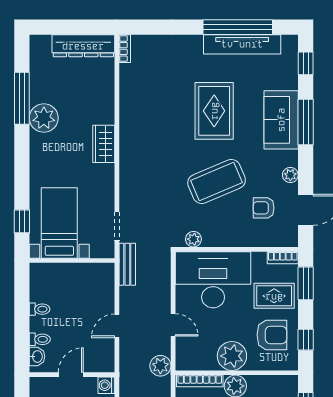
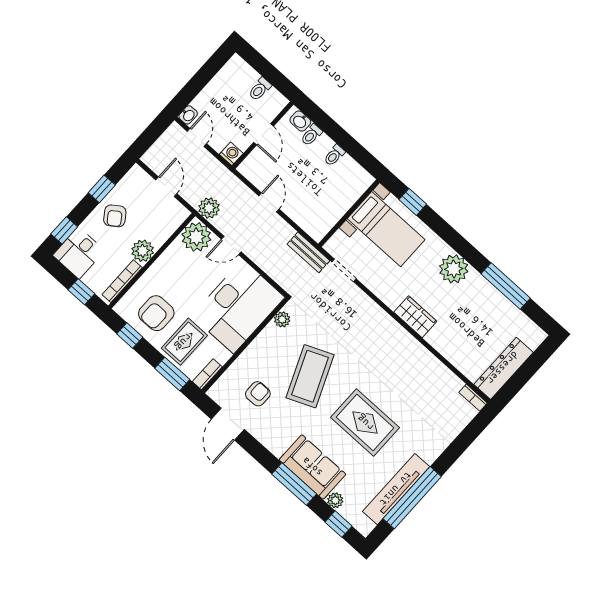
plant: (44, 118) -> (454, 269), moved
plant: (290, 175) -> (335, 500), moved
plant: (232, 356) -> (196, 237), moved
bookcase: (200, 381) -> (122, 281), moved

